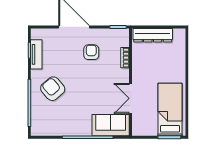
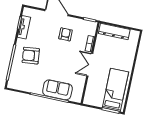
armchair: (53, 89) -> (31, 56), turned -55
double door: (130, 98) -> (90, 65), moved
sofa: (111, 125) -> (57, 90), moved

